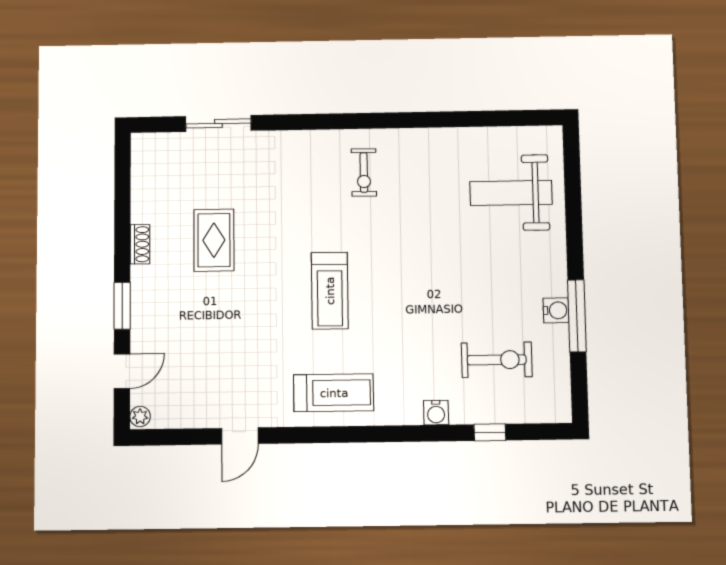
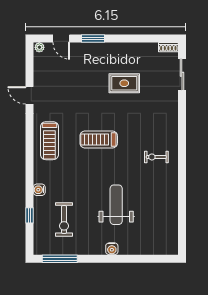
sliding door: (218, 123) -> (182, 74), moved
weight bench: (511, 193) -> (116, 205), moved
shoe rack: (140, 244) -> (168, 47), moved
water cooler: (556, 310) -> (112, 249), moved
window: (577, 316) -> (60, 259), moved

